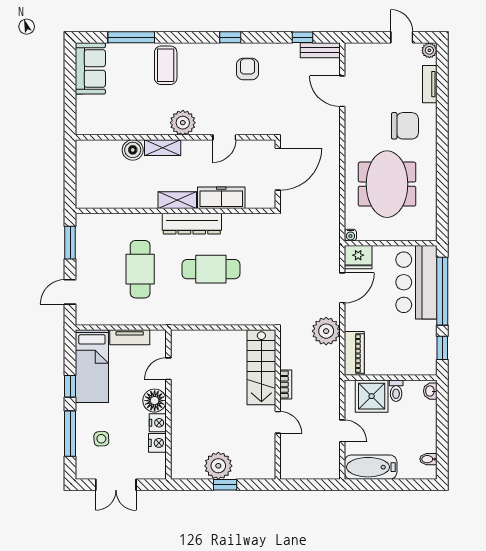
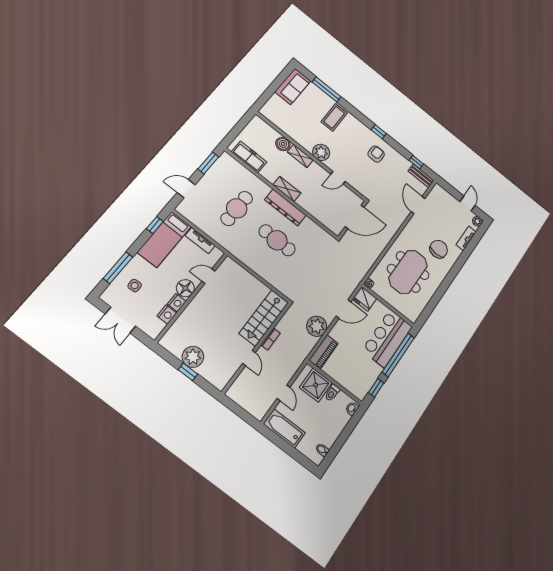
chair: (405, 126) -> (439, 249), turned -90
freezer: (221, 198) -> (249, 157), moved
window: (70, 386) -> (155, 225), moved

